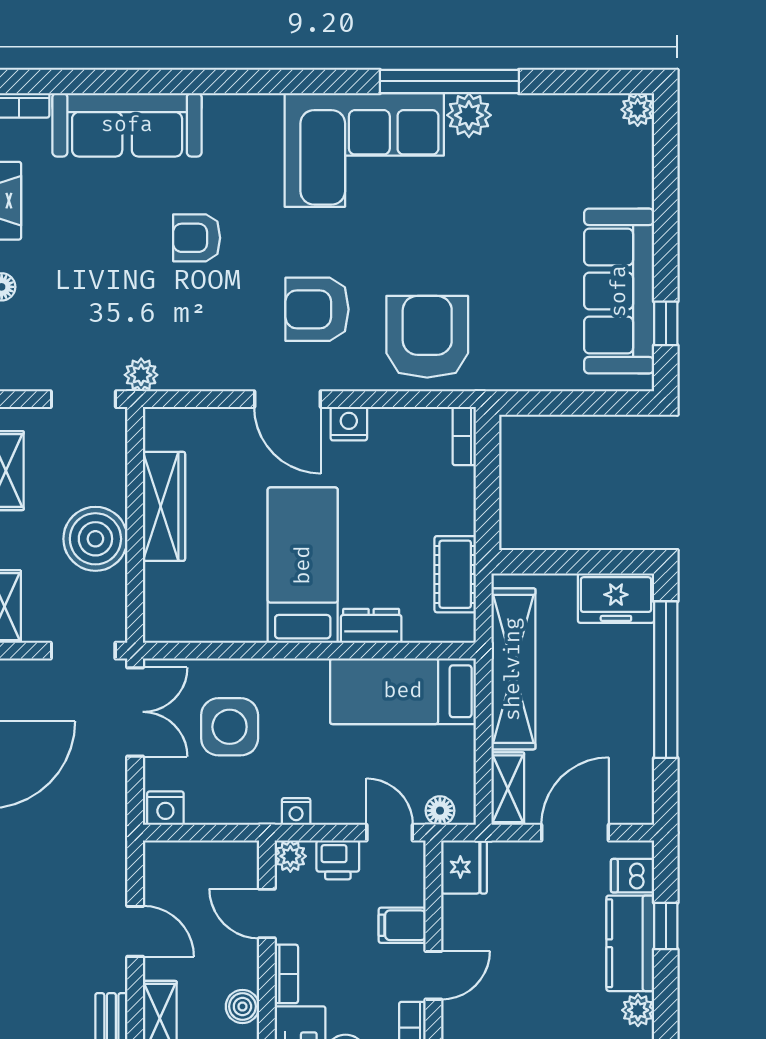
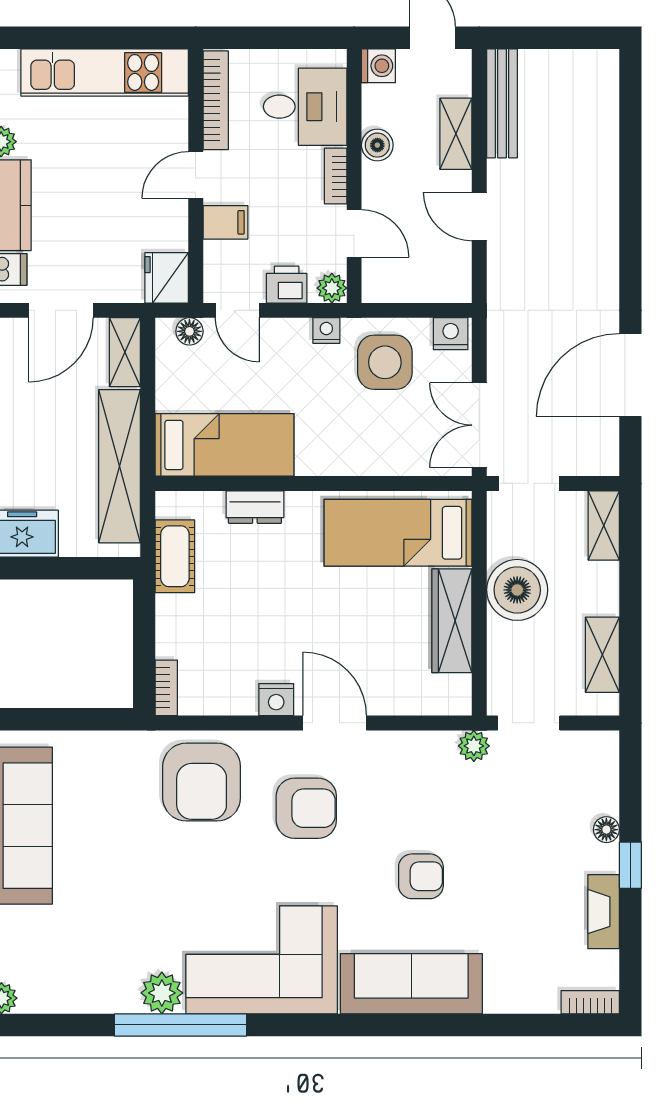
sofa: (127, 125) -> (411, 984), moved
bed: (303, 565) -> (398, 533), moved, turned 90
side table: (230, 727) -> (385, 362), moved

